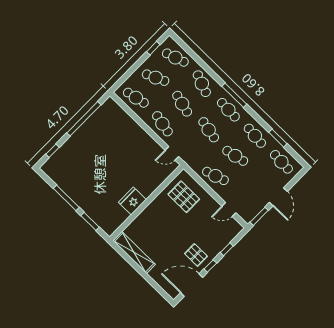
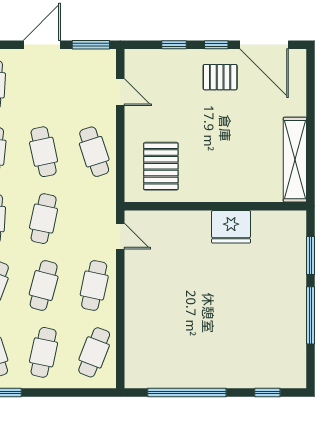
cafe table: (156, 78) -> (44, 352), turned 36
cafe table: (136, 98) -> (94, 352), turned 33
pallet: (196, 255) -> (220, 77), turned 90

